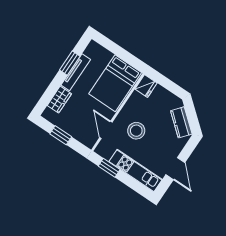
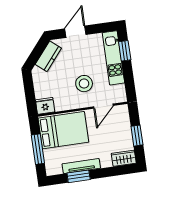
window: (118, 51) -> (38, 149), added
wardrobe: (59, 100) -> (124, 158), moved
window: (109, 168) -> (125, 51), moved
door: (175, 169) -> (75, 32), moved

